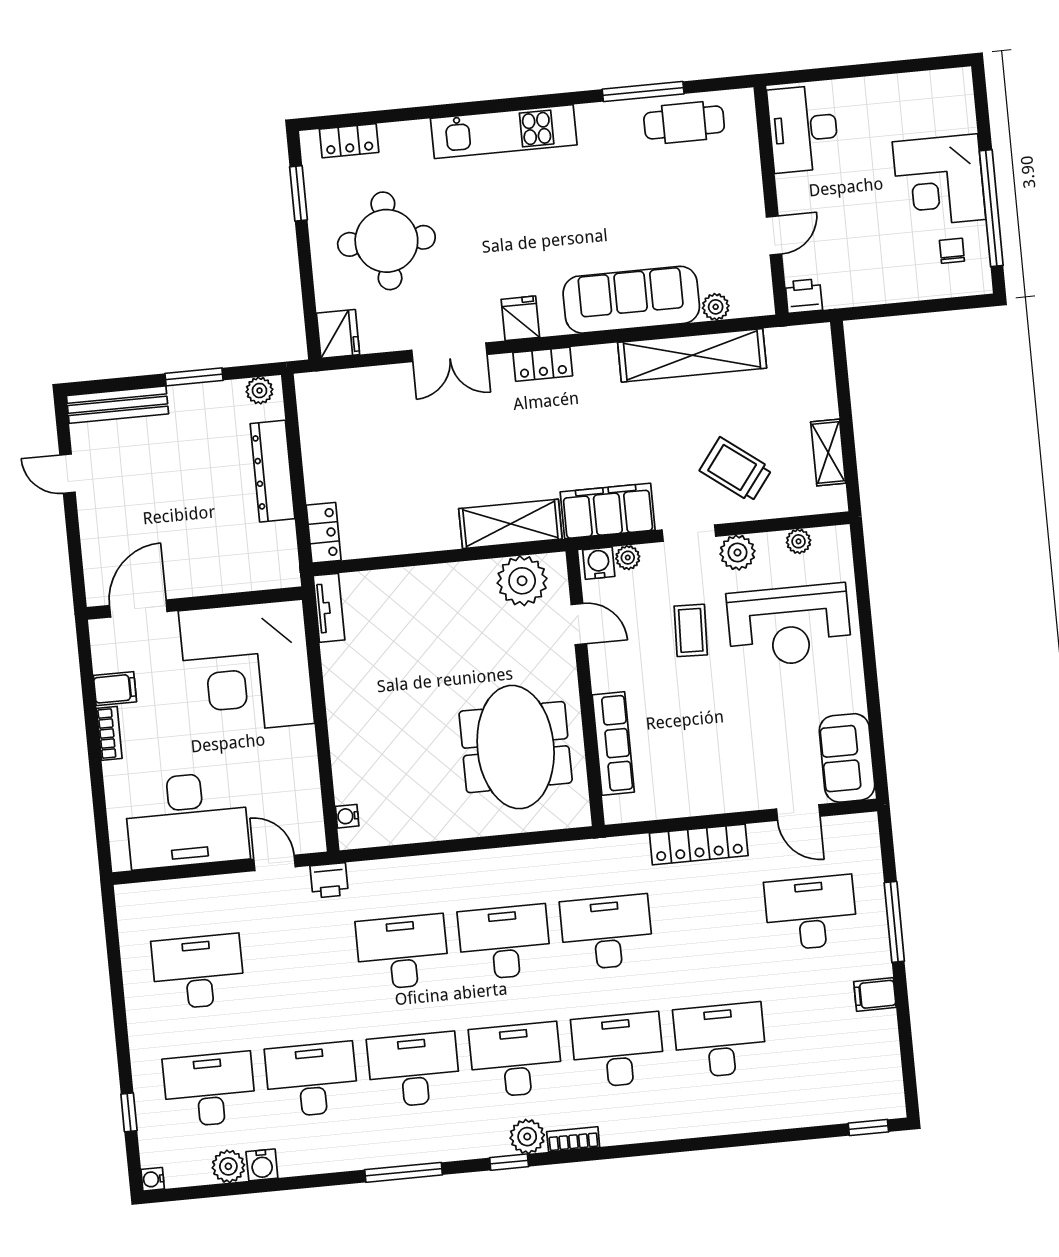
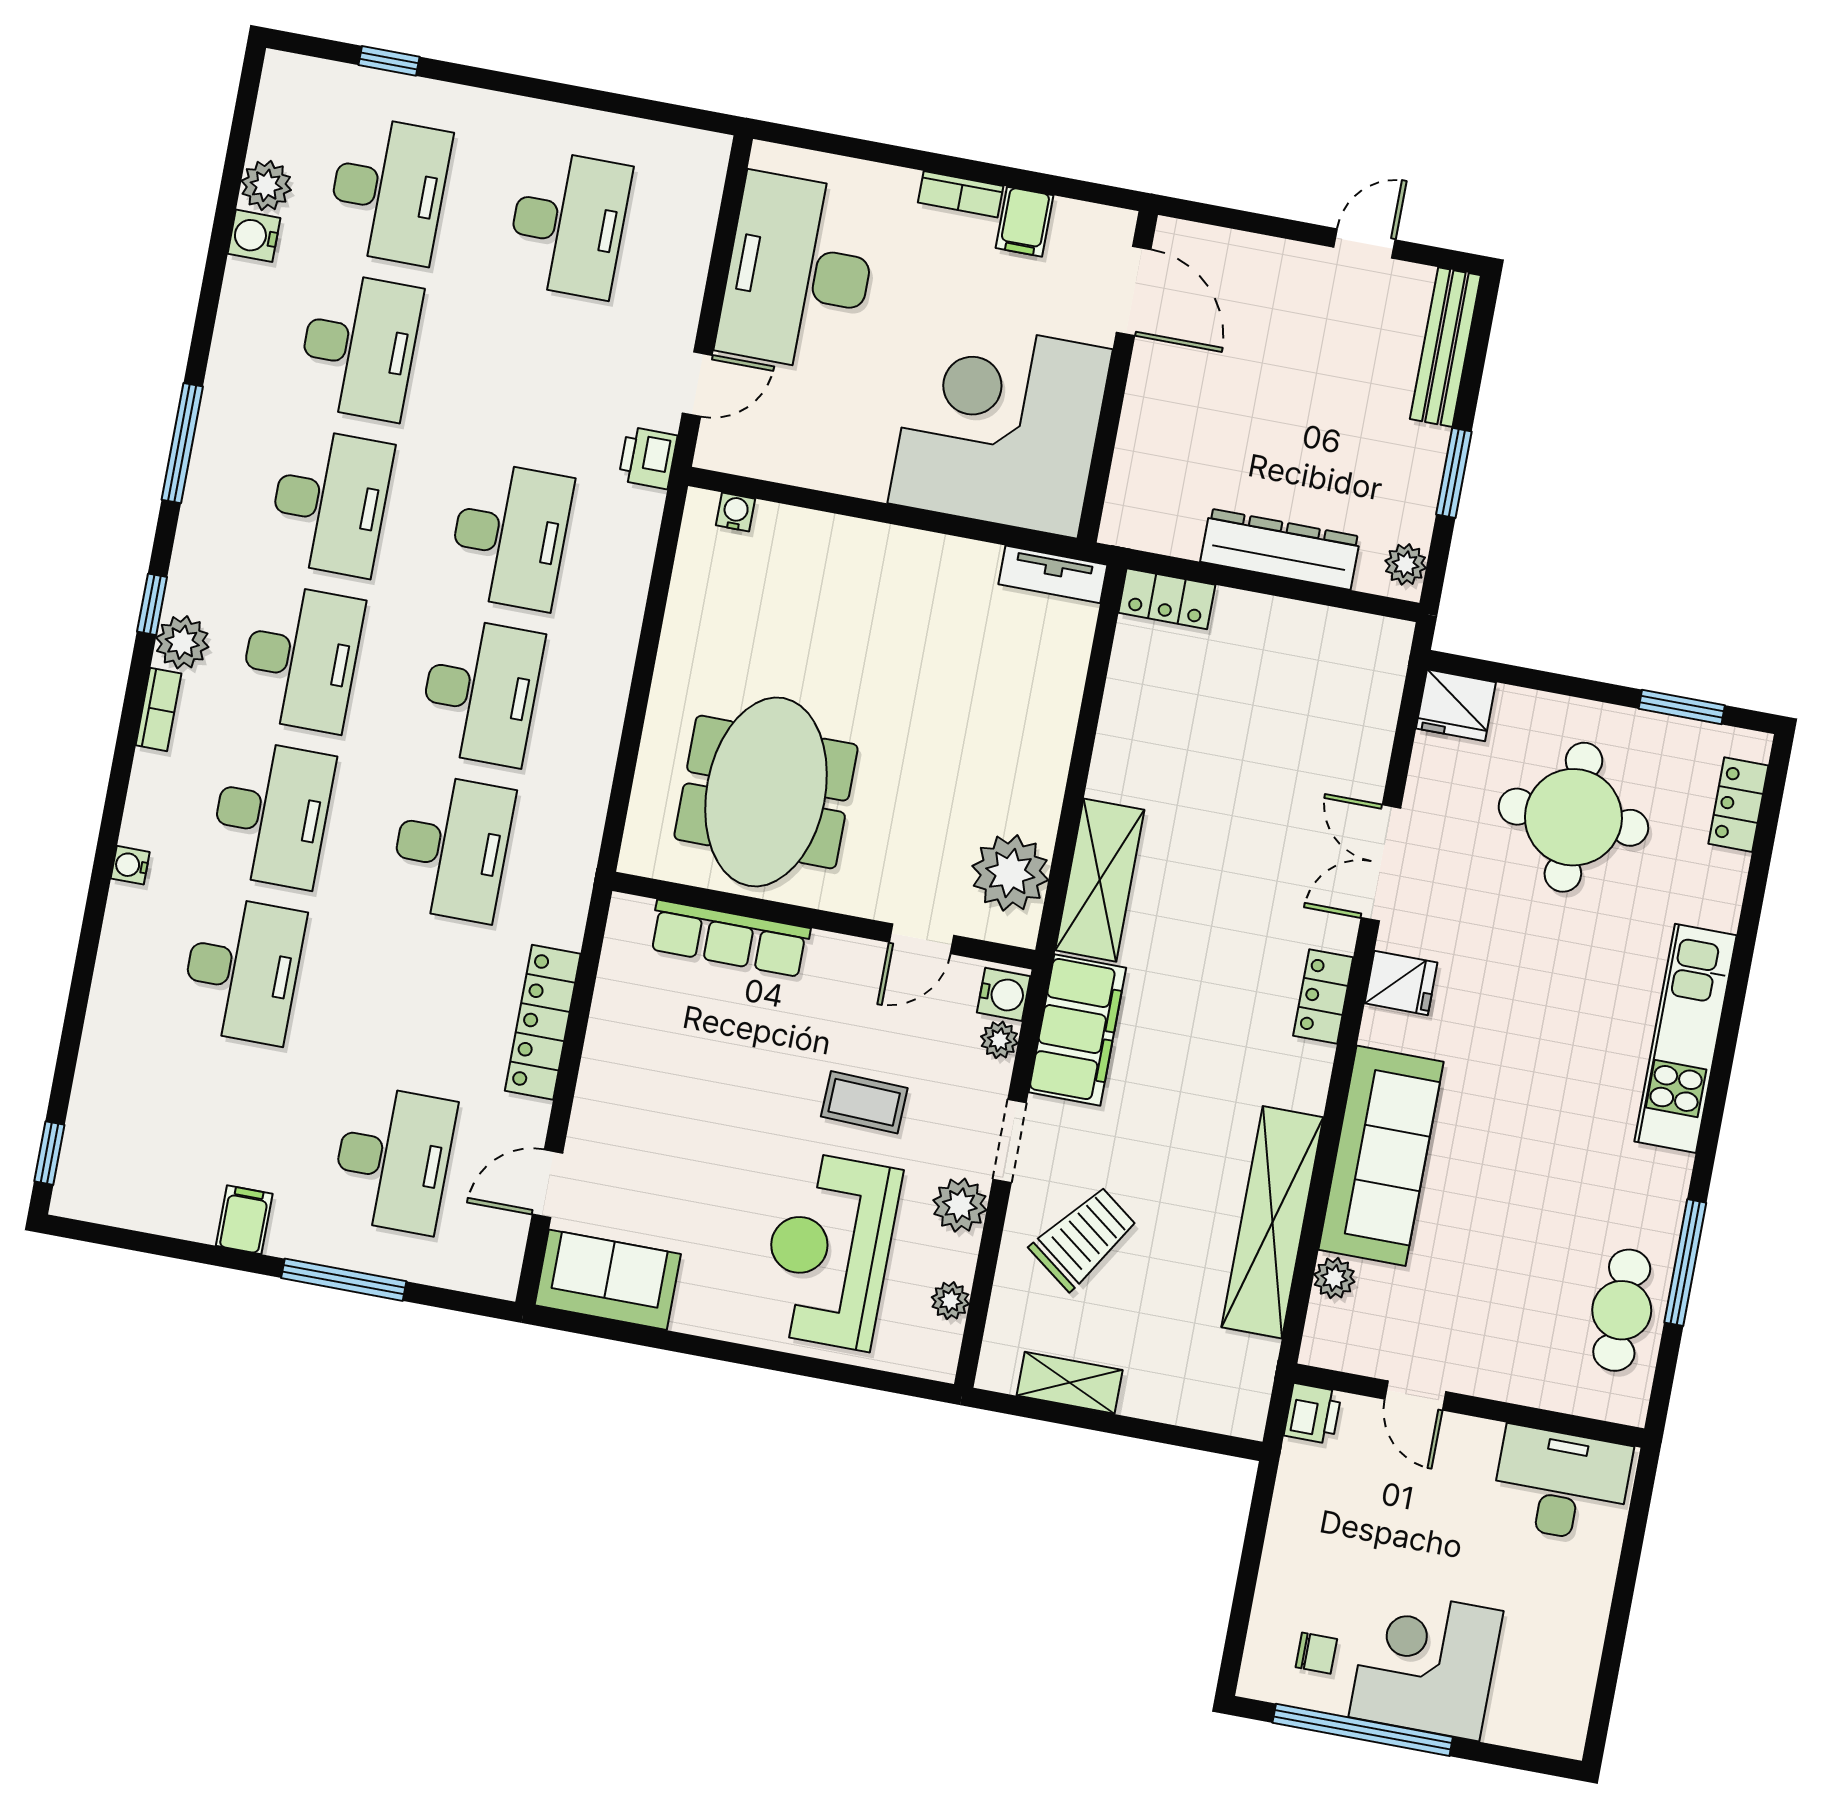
meeting table: (516, 747) -> (766, 792), turned 90
water cooler: (153, 1179) -> (130, 865), moved, turned -90

